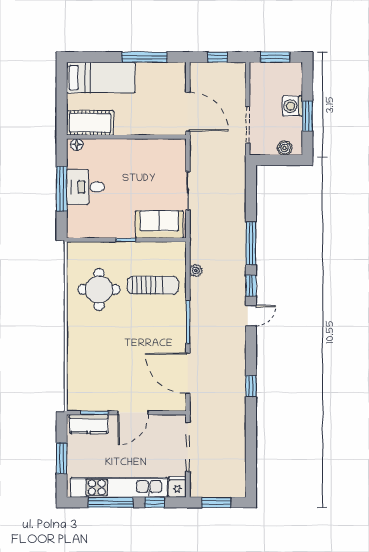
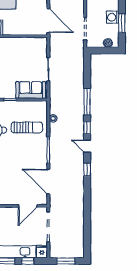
door: (251, 316) -> (87, 146), swing flipped
window: (251, 386) -> (87, 170), moved
door: (133, 413) -> (28, 206), moved

